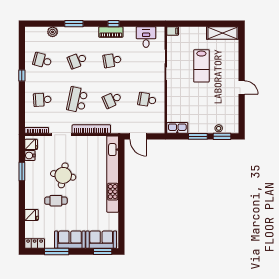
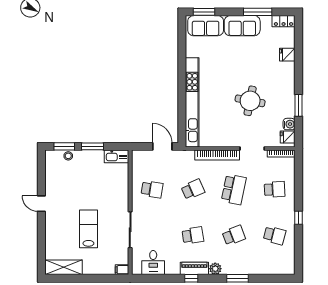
plant: (53, 32) -> (215, 269), moved
cafe table: (56, 201) -> (259, 71), removed

